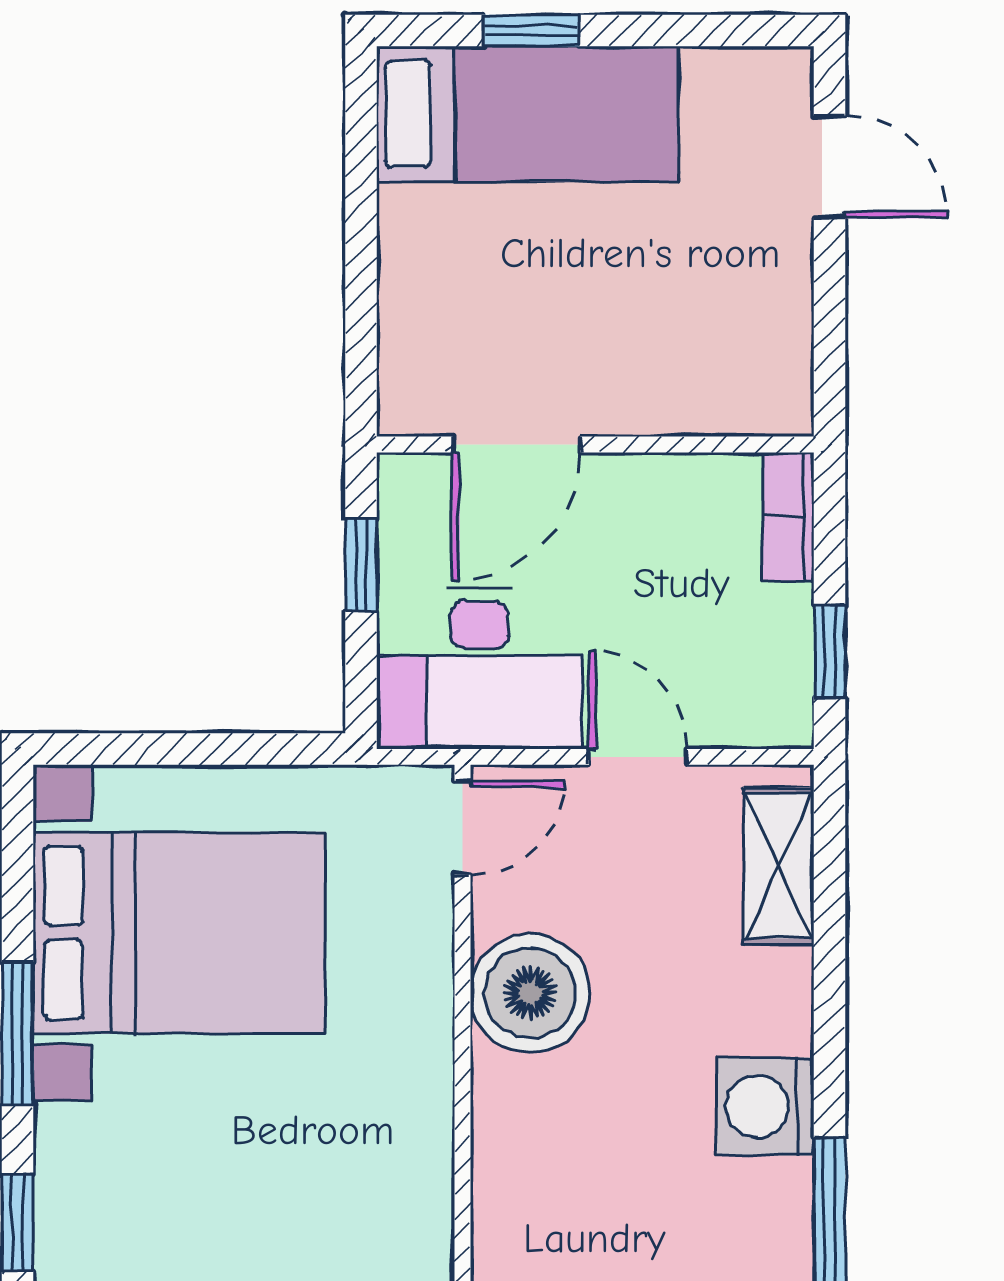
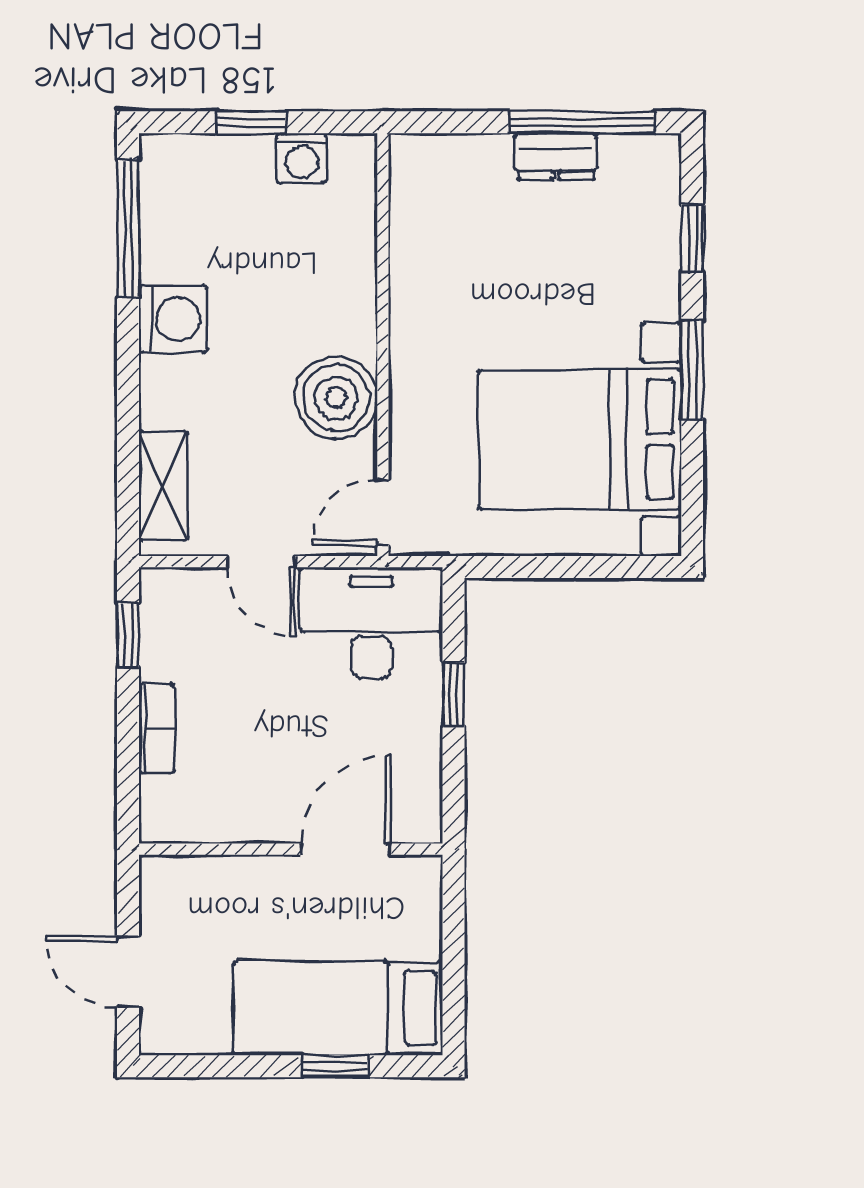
door: (516, 444) -> (345, 849), moved
wall: (595, 444) -> (291, 849), moved

